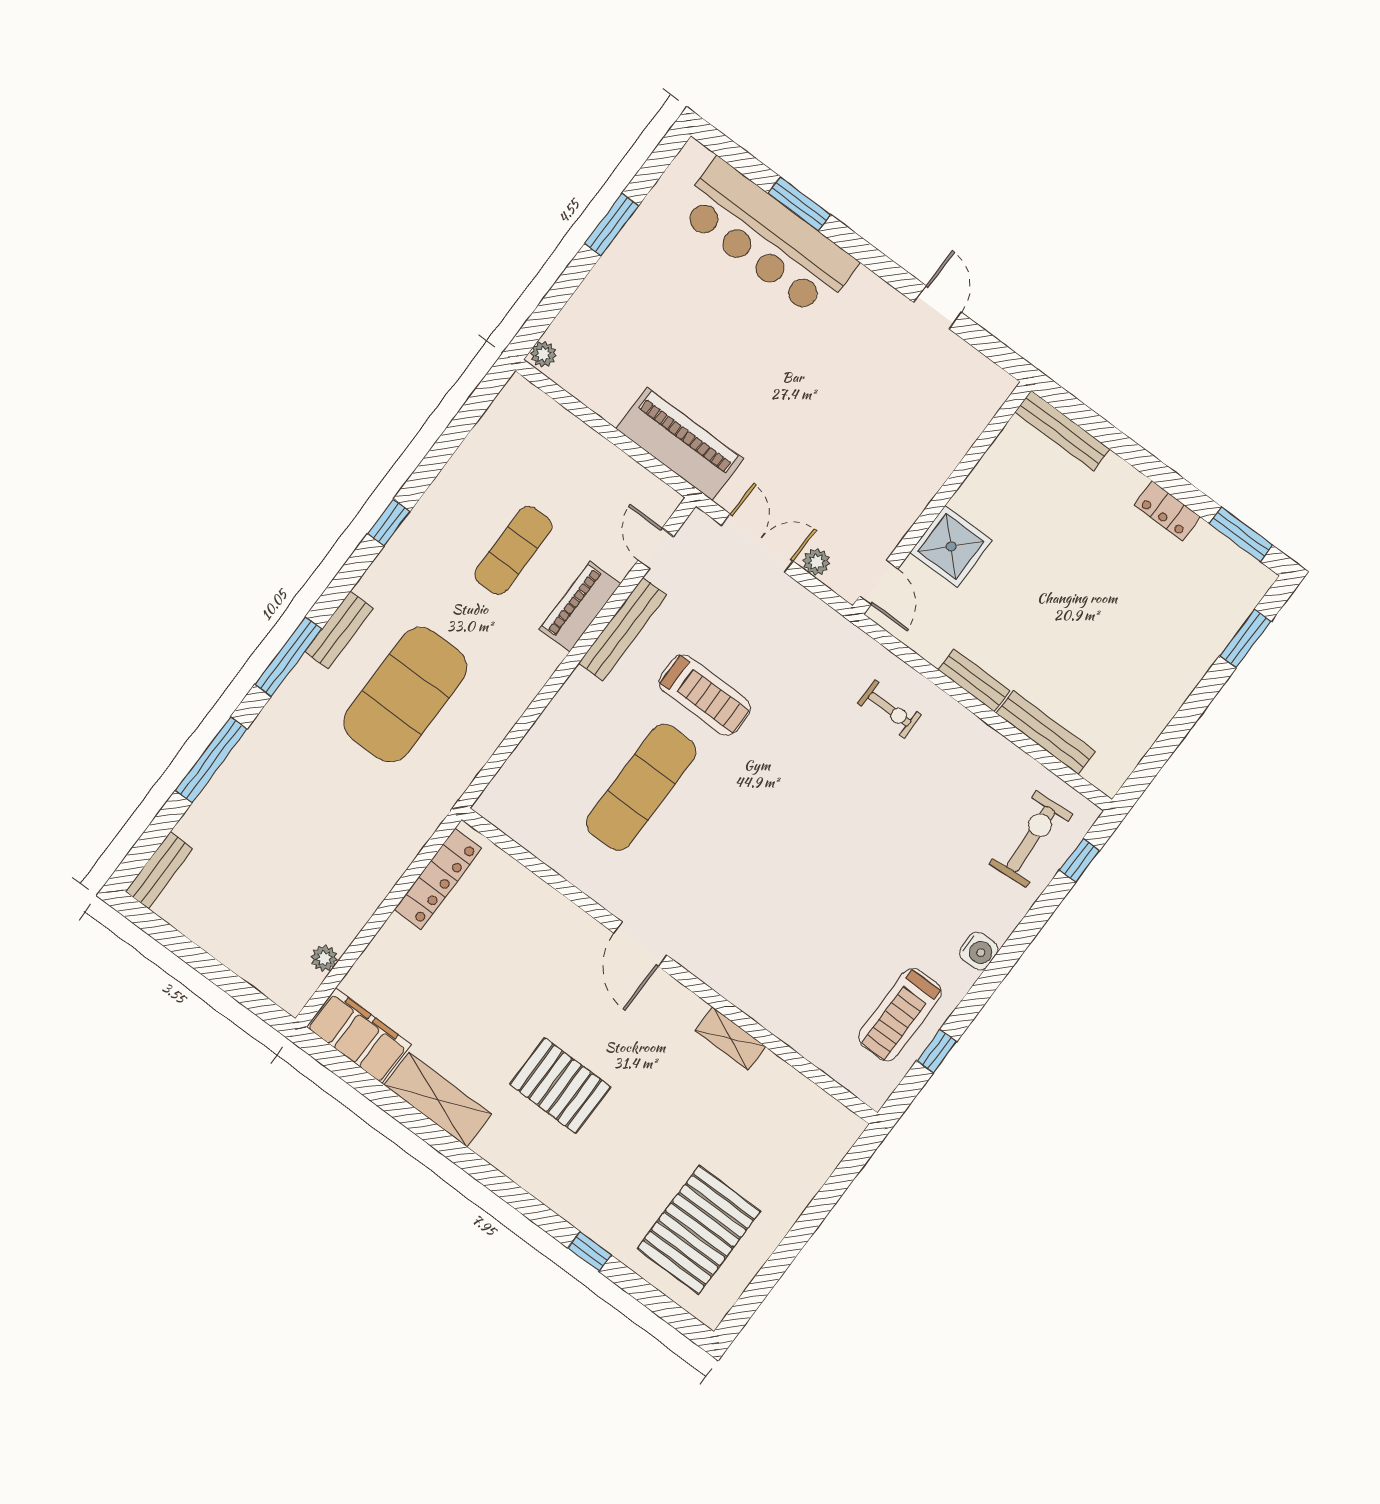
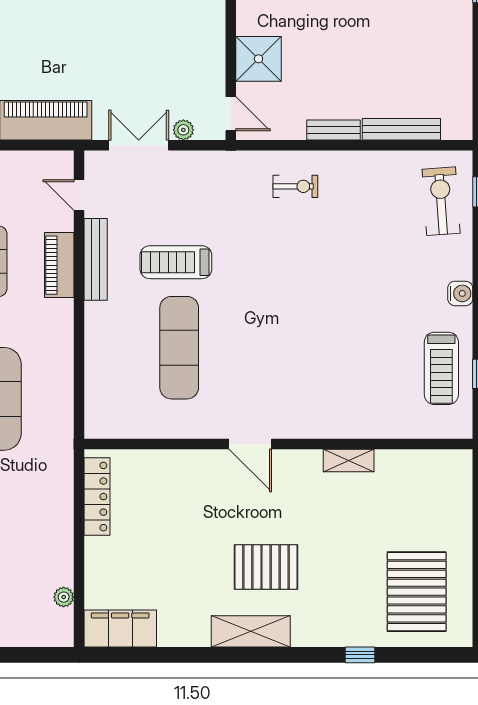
treadmill: (705, 695) -> (176, 262), turned 180
shelving: (438, 1100) -> (251, 631), moved

